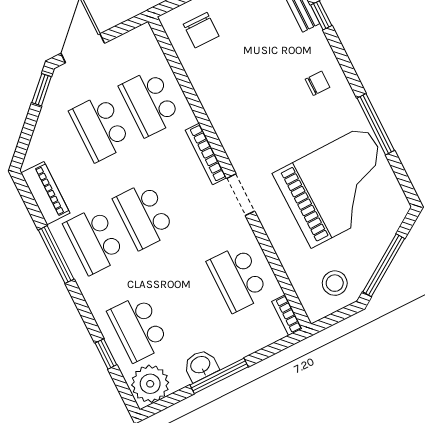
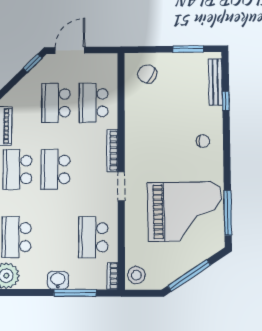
chair: (201, 30) -> (147, 74), turned 117
window: (376, 124) -> (228, 213), moved
stool: (335, 283) -> (136, 275), moved
washbasin: (201, 365) -> (58, 280), moved
window: (219, 376) -> (75, 293), moved

